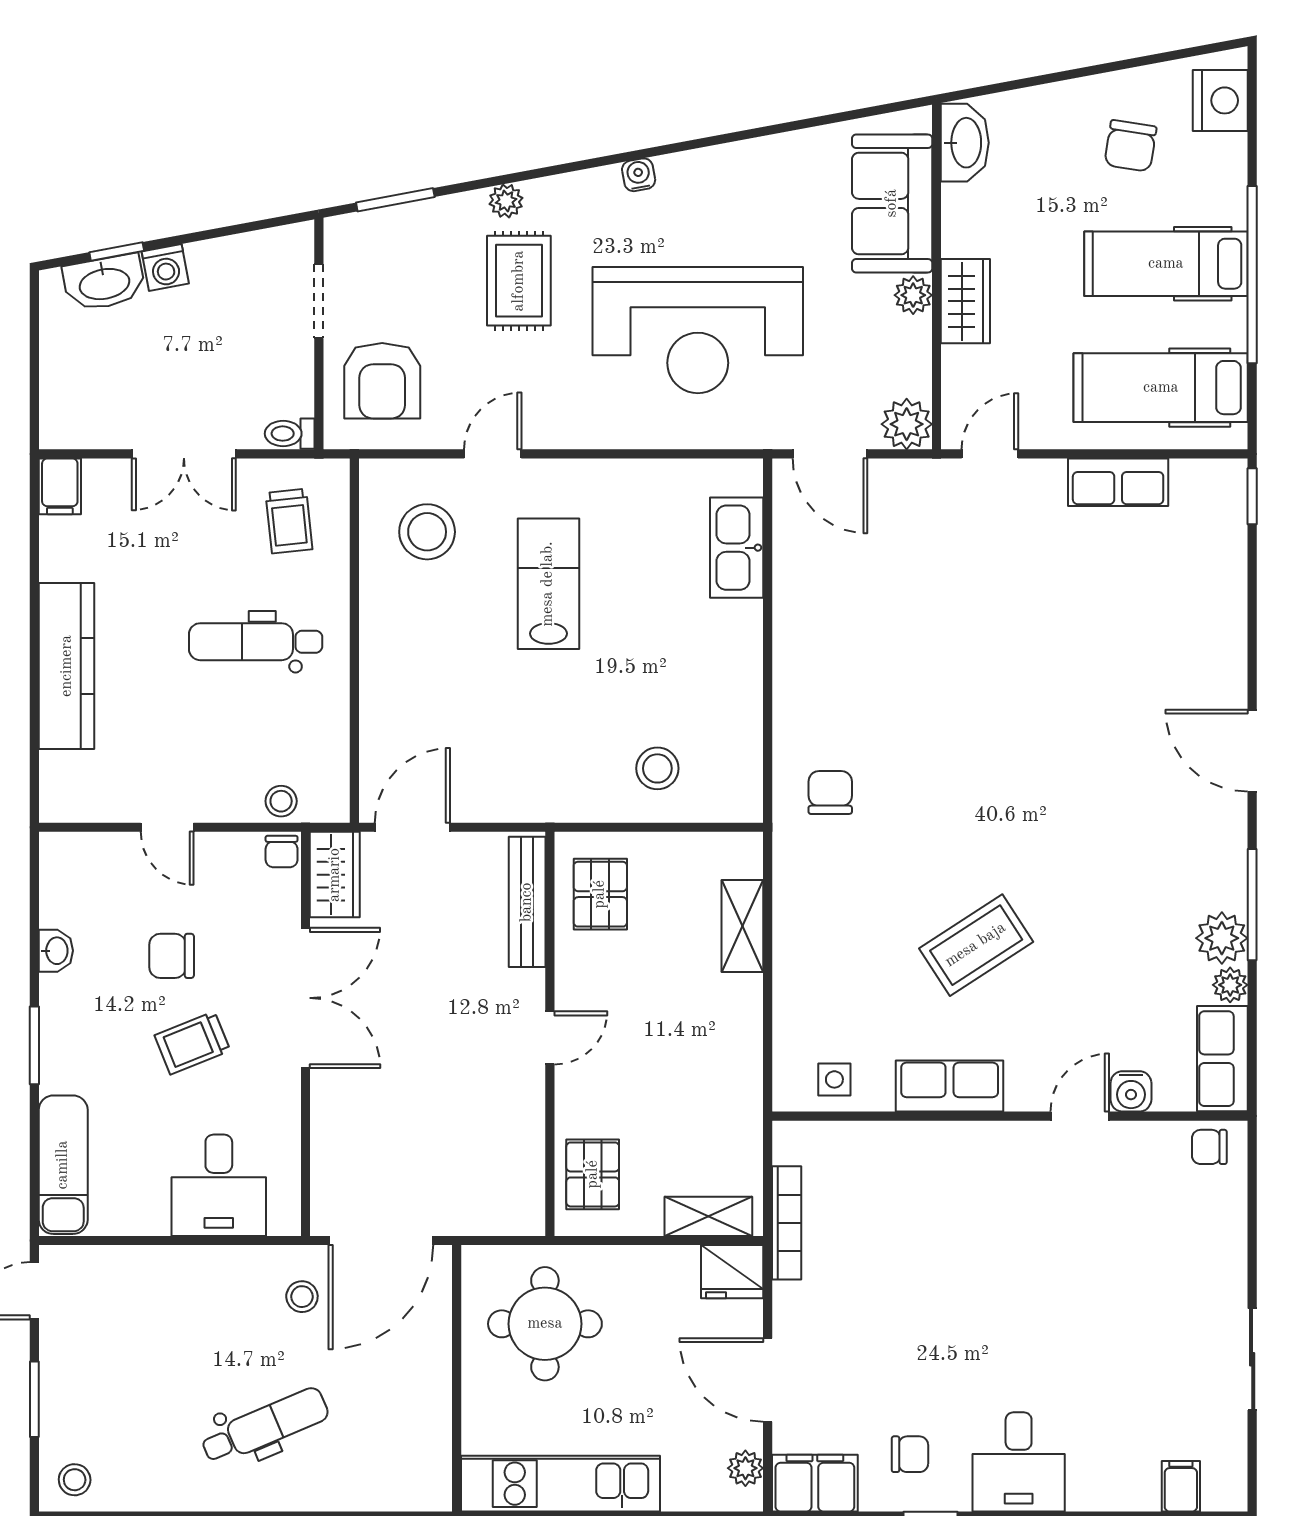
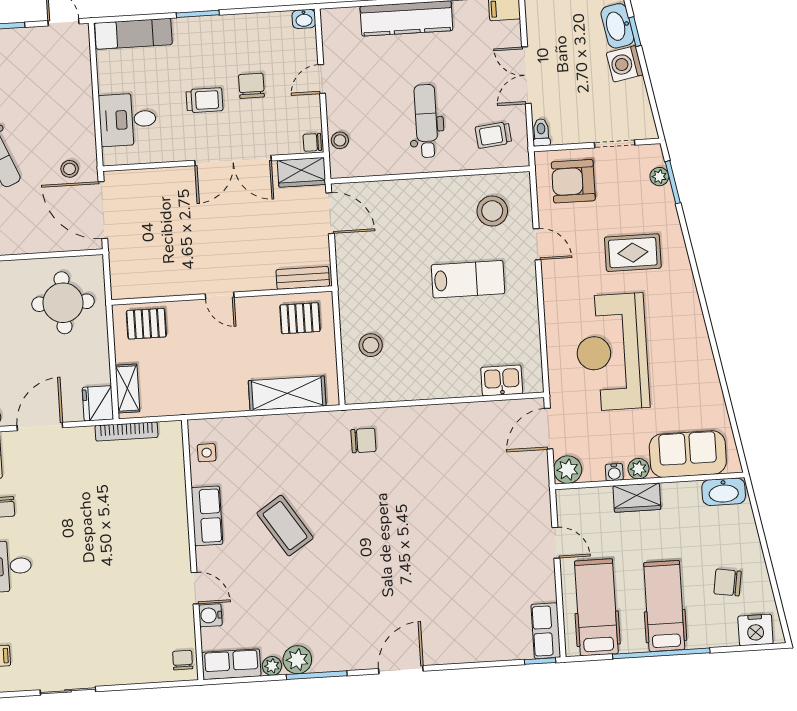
water cooler: (639, 175) -> (614, 472), moved, turned 101
plant: (506, 201) -> (659, 177), moved
washing machine: (165, 268) -> (625, 64), width x1.38, depth x1.38
door: (990, 454) -> (556, 543), moved
row of seats: (1118, 482) -> (546, 631), moved
kitchen sink: (737, 548) -> (502, 380), width x0.73
bench: (527, 902) -> (303, 278), width x0.73
shelving: (742, 926) -> (287, 393), width x1.50, depth x1.33
washbasin: (56, 951) -> (304, 19), moved
trolley: (192, 1043) -> (205, 100), turned 112

